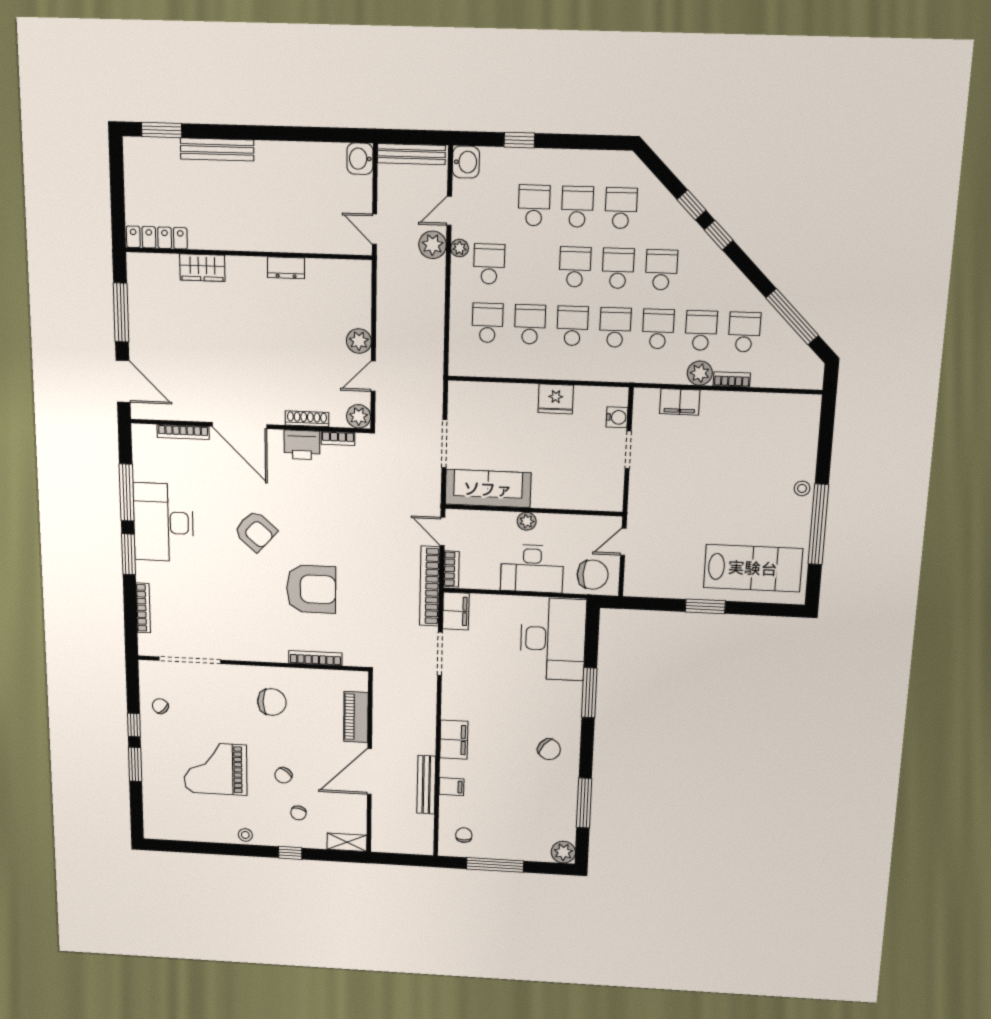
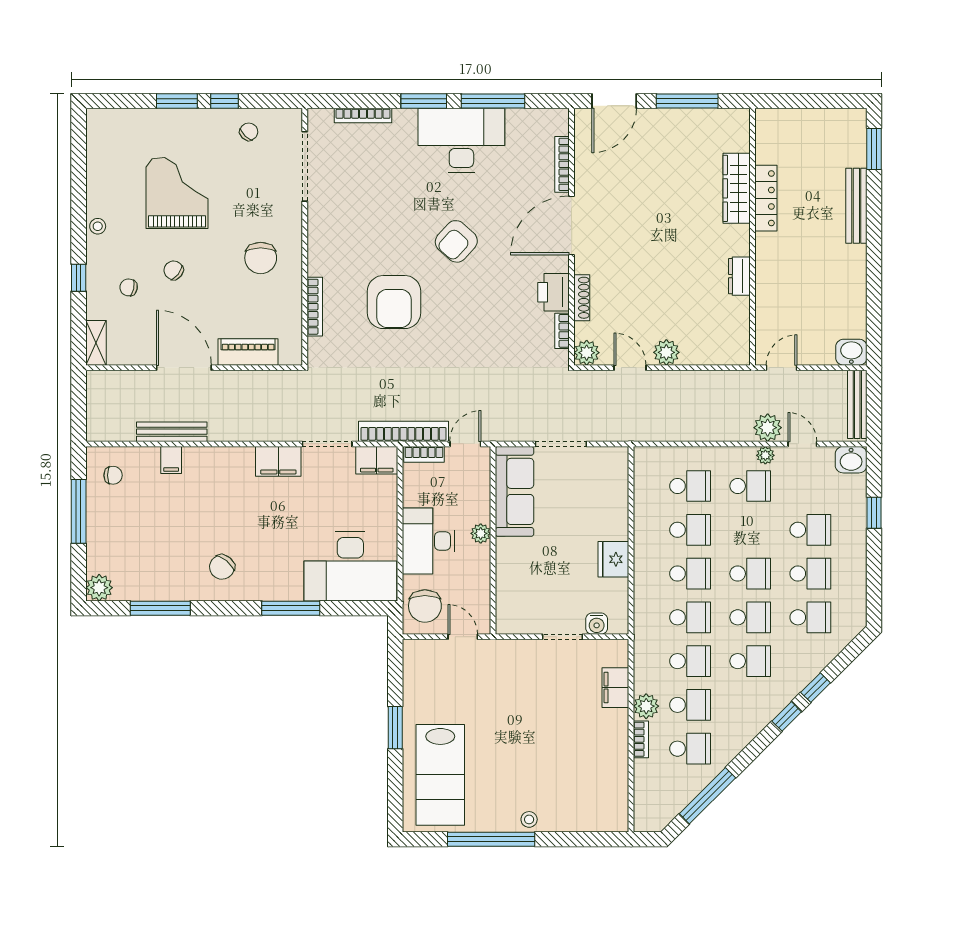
locker: (157, 238) -> (766, 198), moved
wardrobe: (202, 268) -> (737, 188), width x1.50
filing cabinet: (454, 740) -> (278, 461), moved

